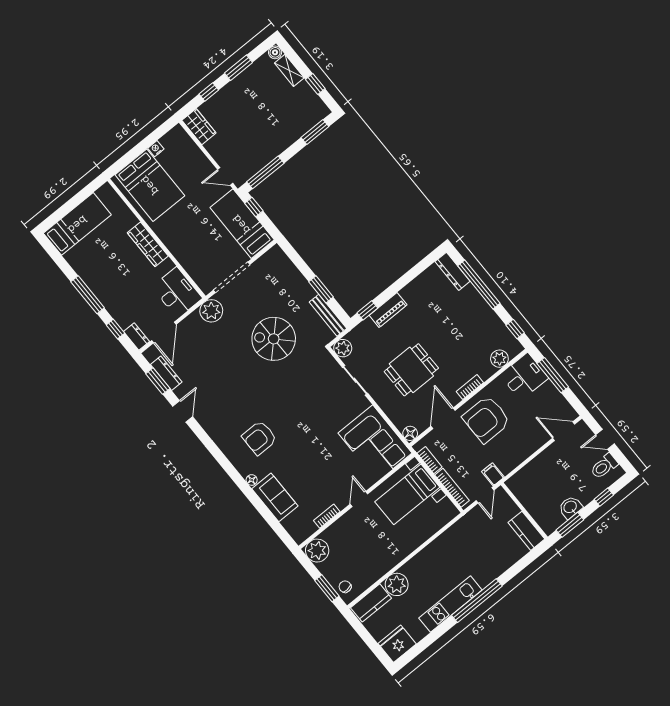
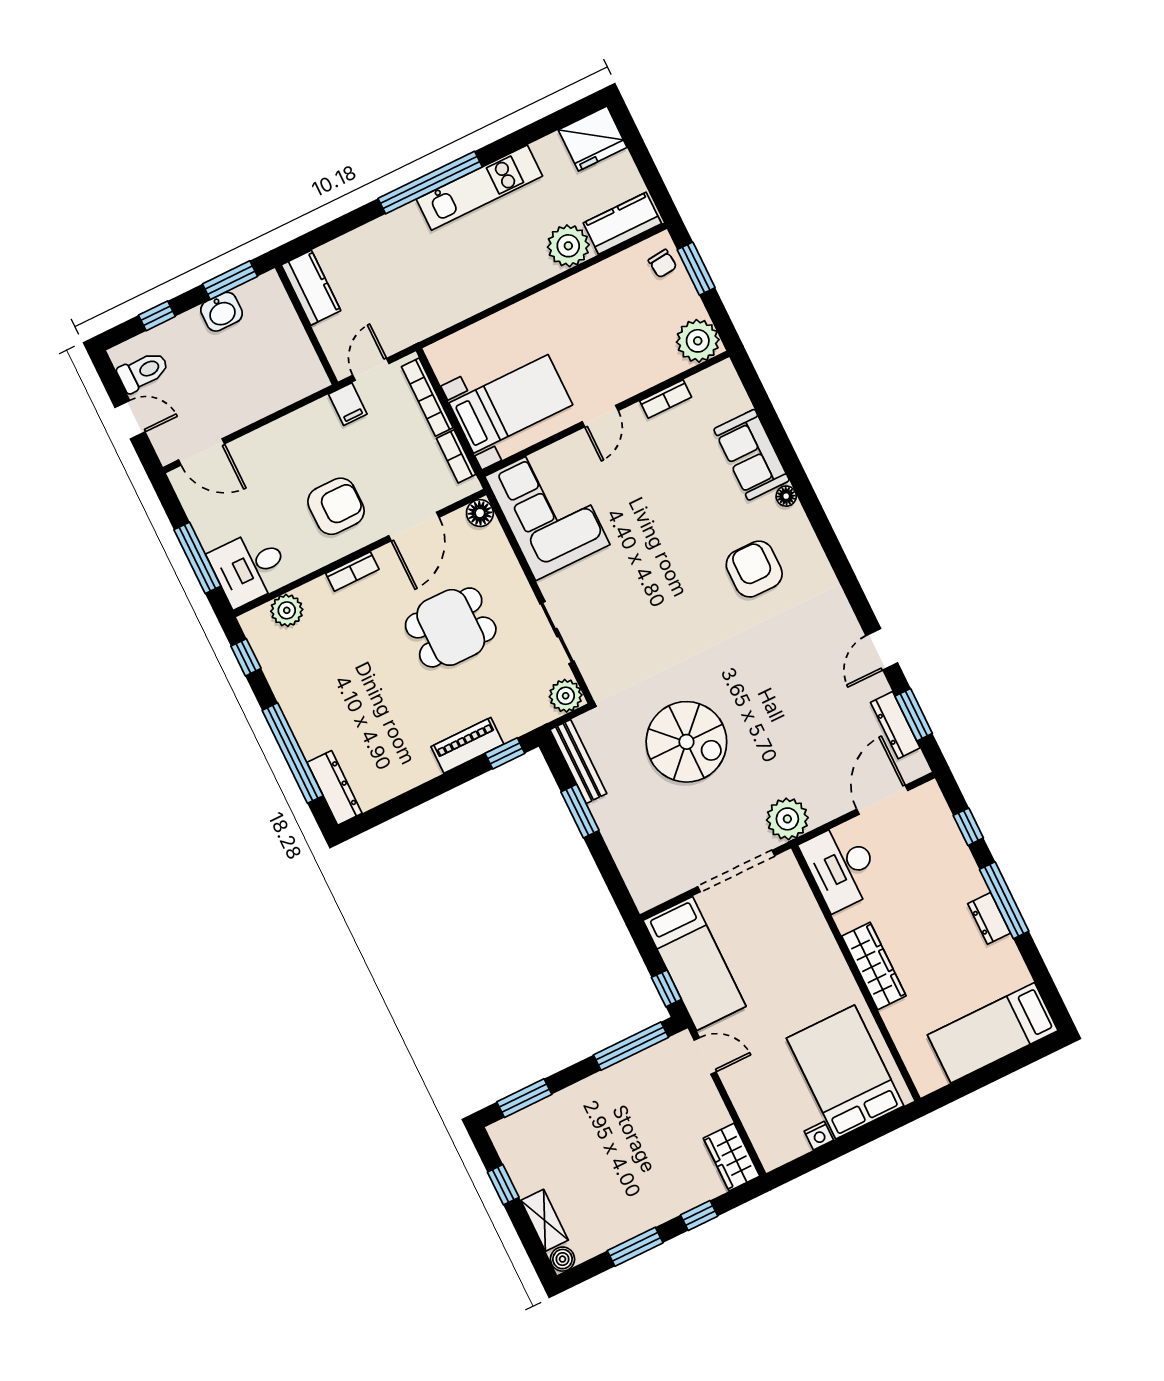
dresser: (137, 337) -> (989, 918), moved
armchair: (486, 419) -> (336, 506), width x0.73, depth x0.73
armchair: (259, 438) -> (754, 569), turned -90

